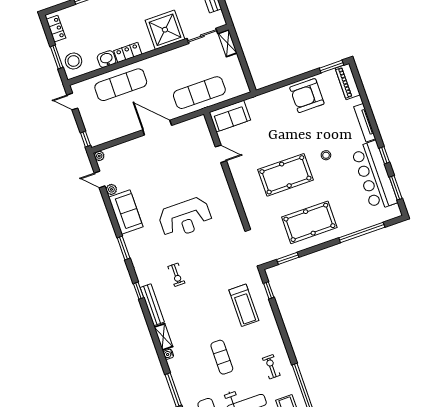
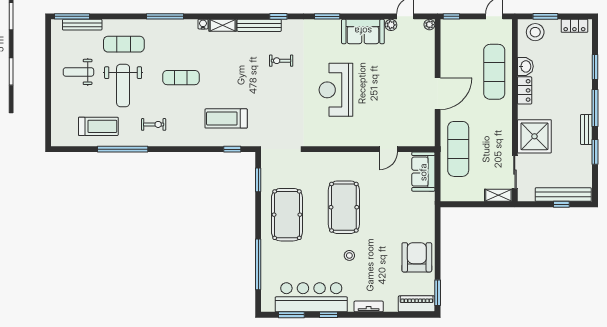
tv unit: (365, 123) -> (369, 306), width x0.71

